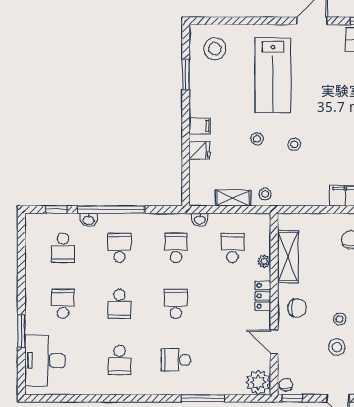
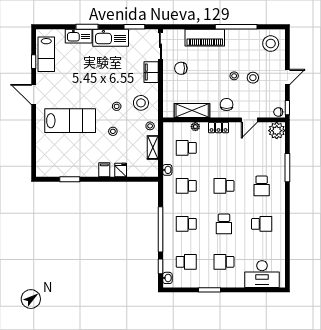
stool: (215, 49) -> (141, 103), moved
washbasin: (89, 220) -> (167, 278), moved
school desk: (119, 304) -> (224, 224), turned 90
window: (21, 331) -> (210, 290), moved

